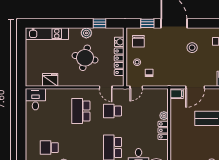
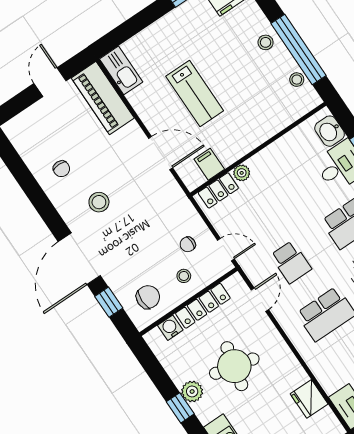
window: (100, 23) -> (180, 408), moved
filing cabinet: (177, 94) -> (209, 164), moved
locker: (163, 130) -> (218, 190), moved

